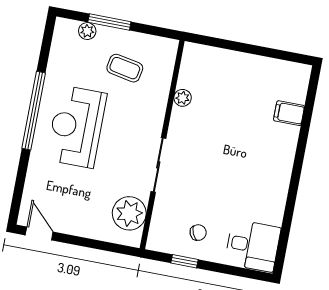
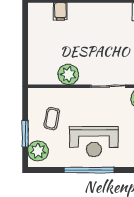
plant: (87, 31) -> (38, 151), width x1.87, depth x1.87
plant: (183, 98) -> (68, 74), width x1.88, depth x1.88

